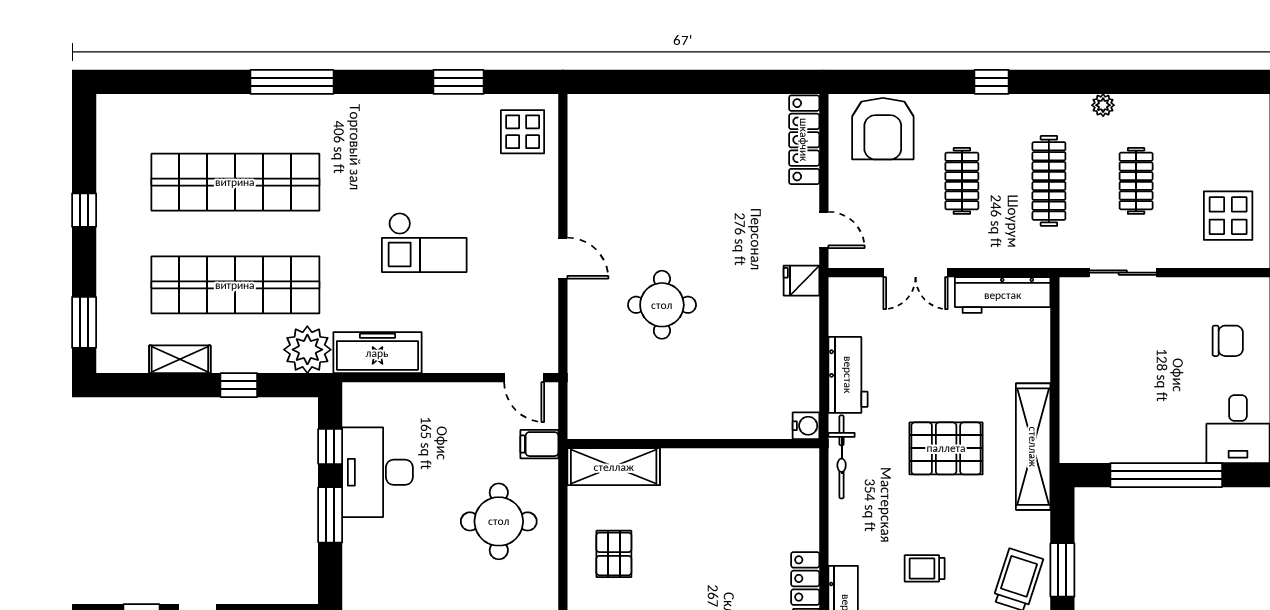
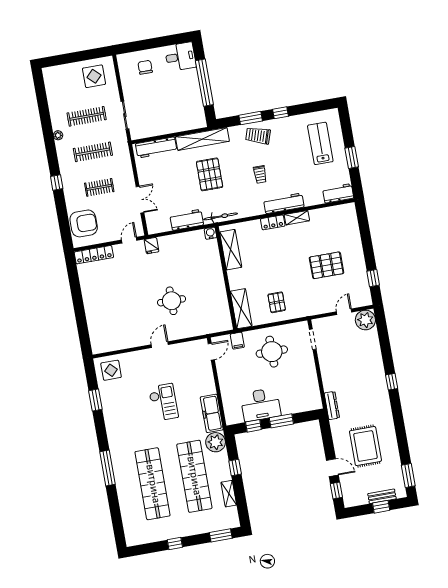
clothes rail: (1136, 181) -> (87, 116), width x1.36
workbench: (1003, 295) -> (156, 148), moved, turned 90
shelving: (758, 467) -> (231, 250), added
pallet: (614, 554) -> (277, 302), turned 90

